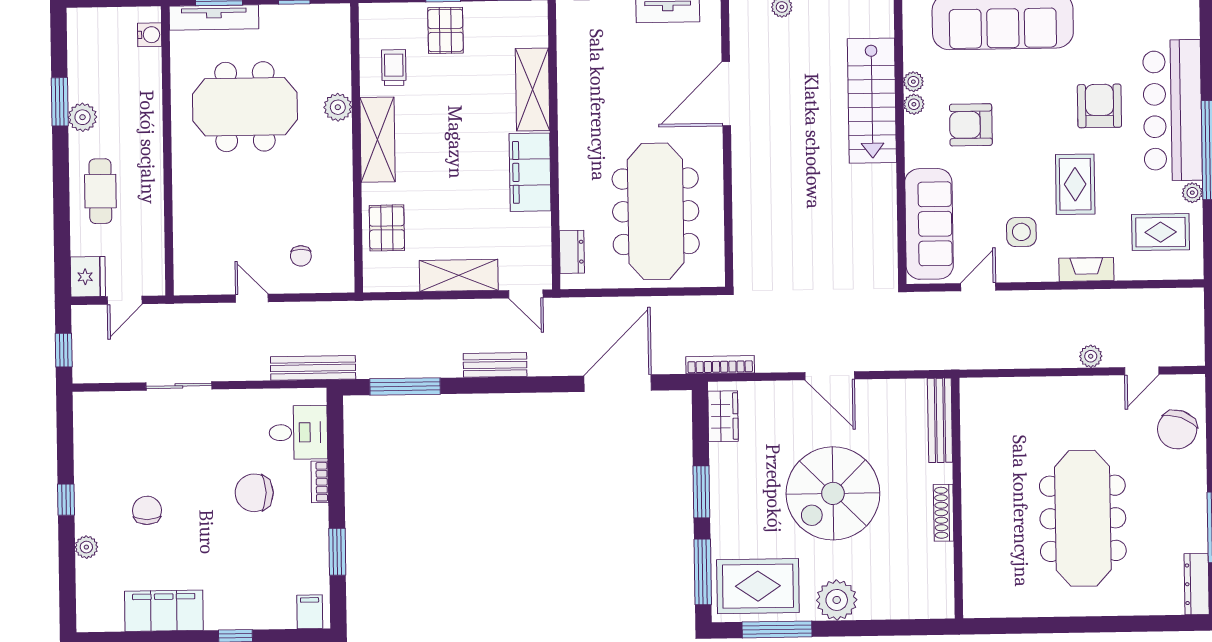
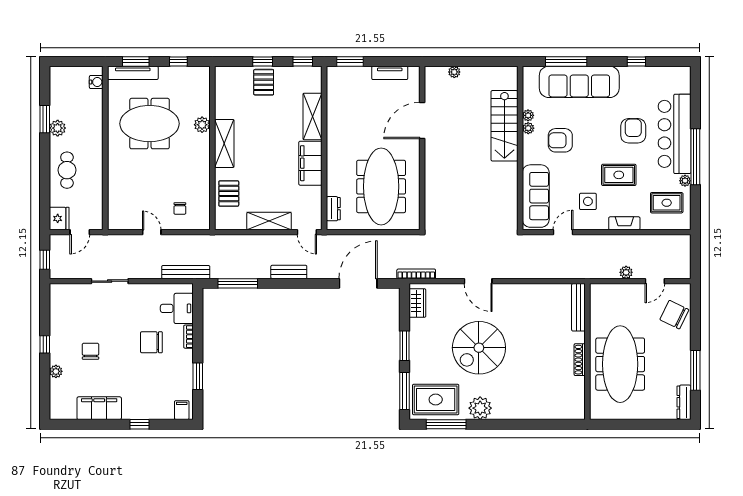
trolley: (394, 68) -> (234, 103), removed
rug: (1075, 184) -> (619, 175), turned 90
bench: (940, 420) -> (578, 307), moved
chair: (1177, 430) -> (674, 315), turned 96
wall: (957, 498) -> (587, 352), moved
shoe rack: (944, 513) -> (580, 360), moved

